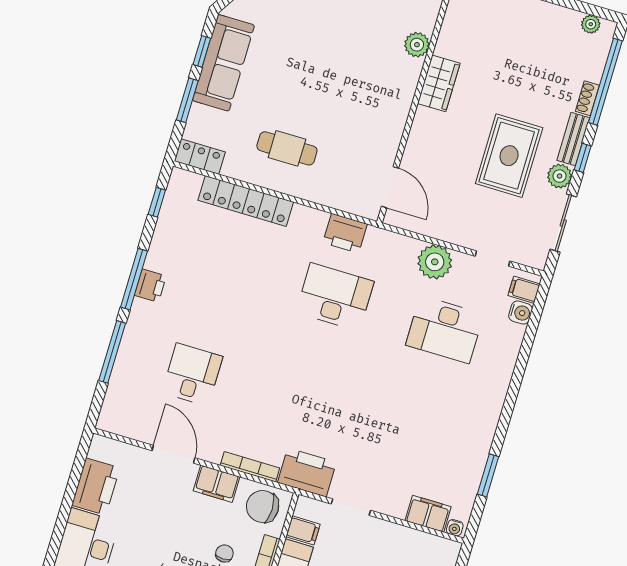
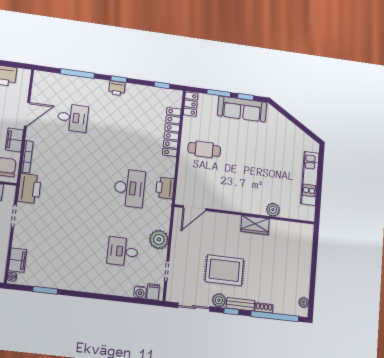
cafe table: (287, 148) -> (204, 149), turned 90
window: (134, 279) -> (119, 79), width x0.46
desk: (445, 330) -> (123, 251), width x0.73

